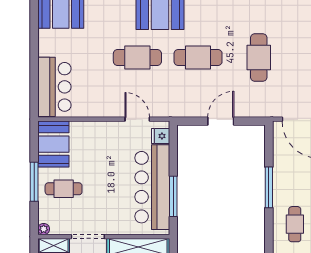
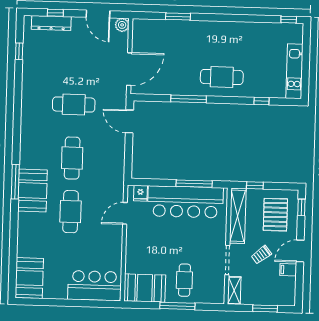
door: (221, 121) -> (129, 121), moved
cafe table: (295, 224) -> (222, 77), width x1.37, depth x1.35
plant: (44, 229) -> (219, 299), removed

